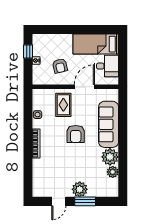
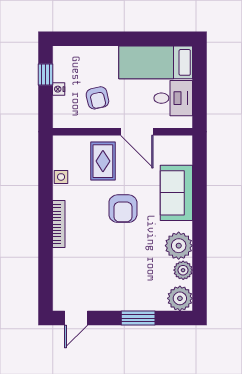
door: (84, 87) -> (137, 132), swing flipped
sofa: (109, 124) -> (176, 193), width x0.73
plant: (80, 189) -> (180, 298), moved
door: (59, 201) -> (76, 318), moved

